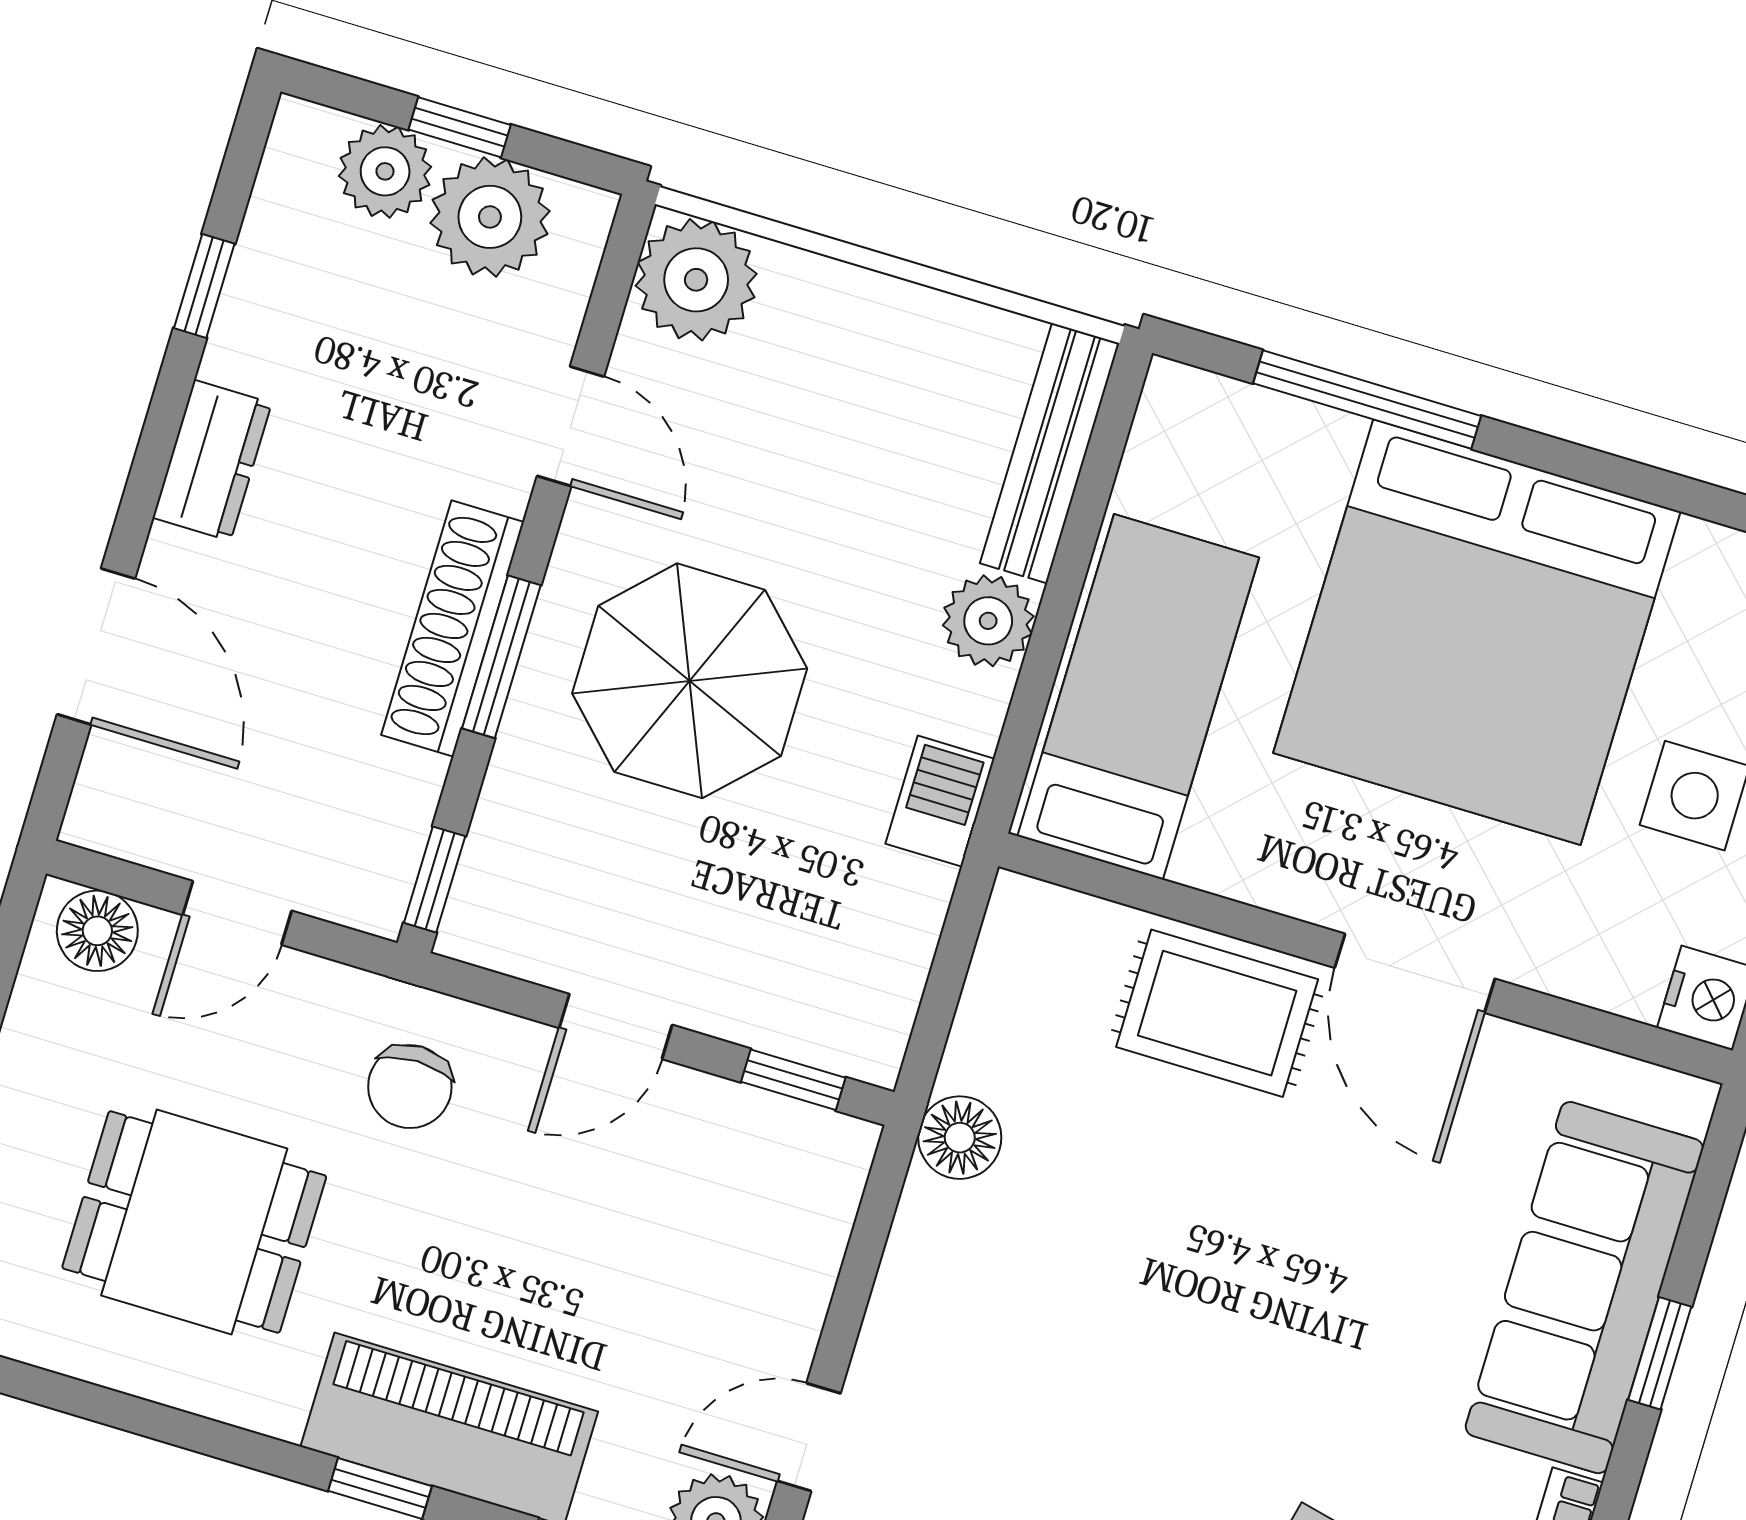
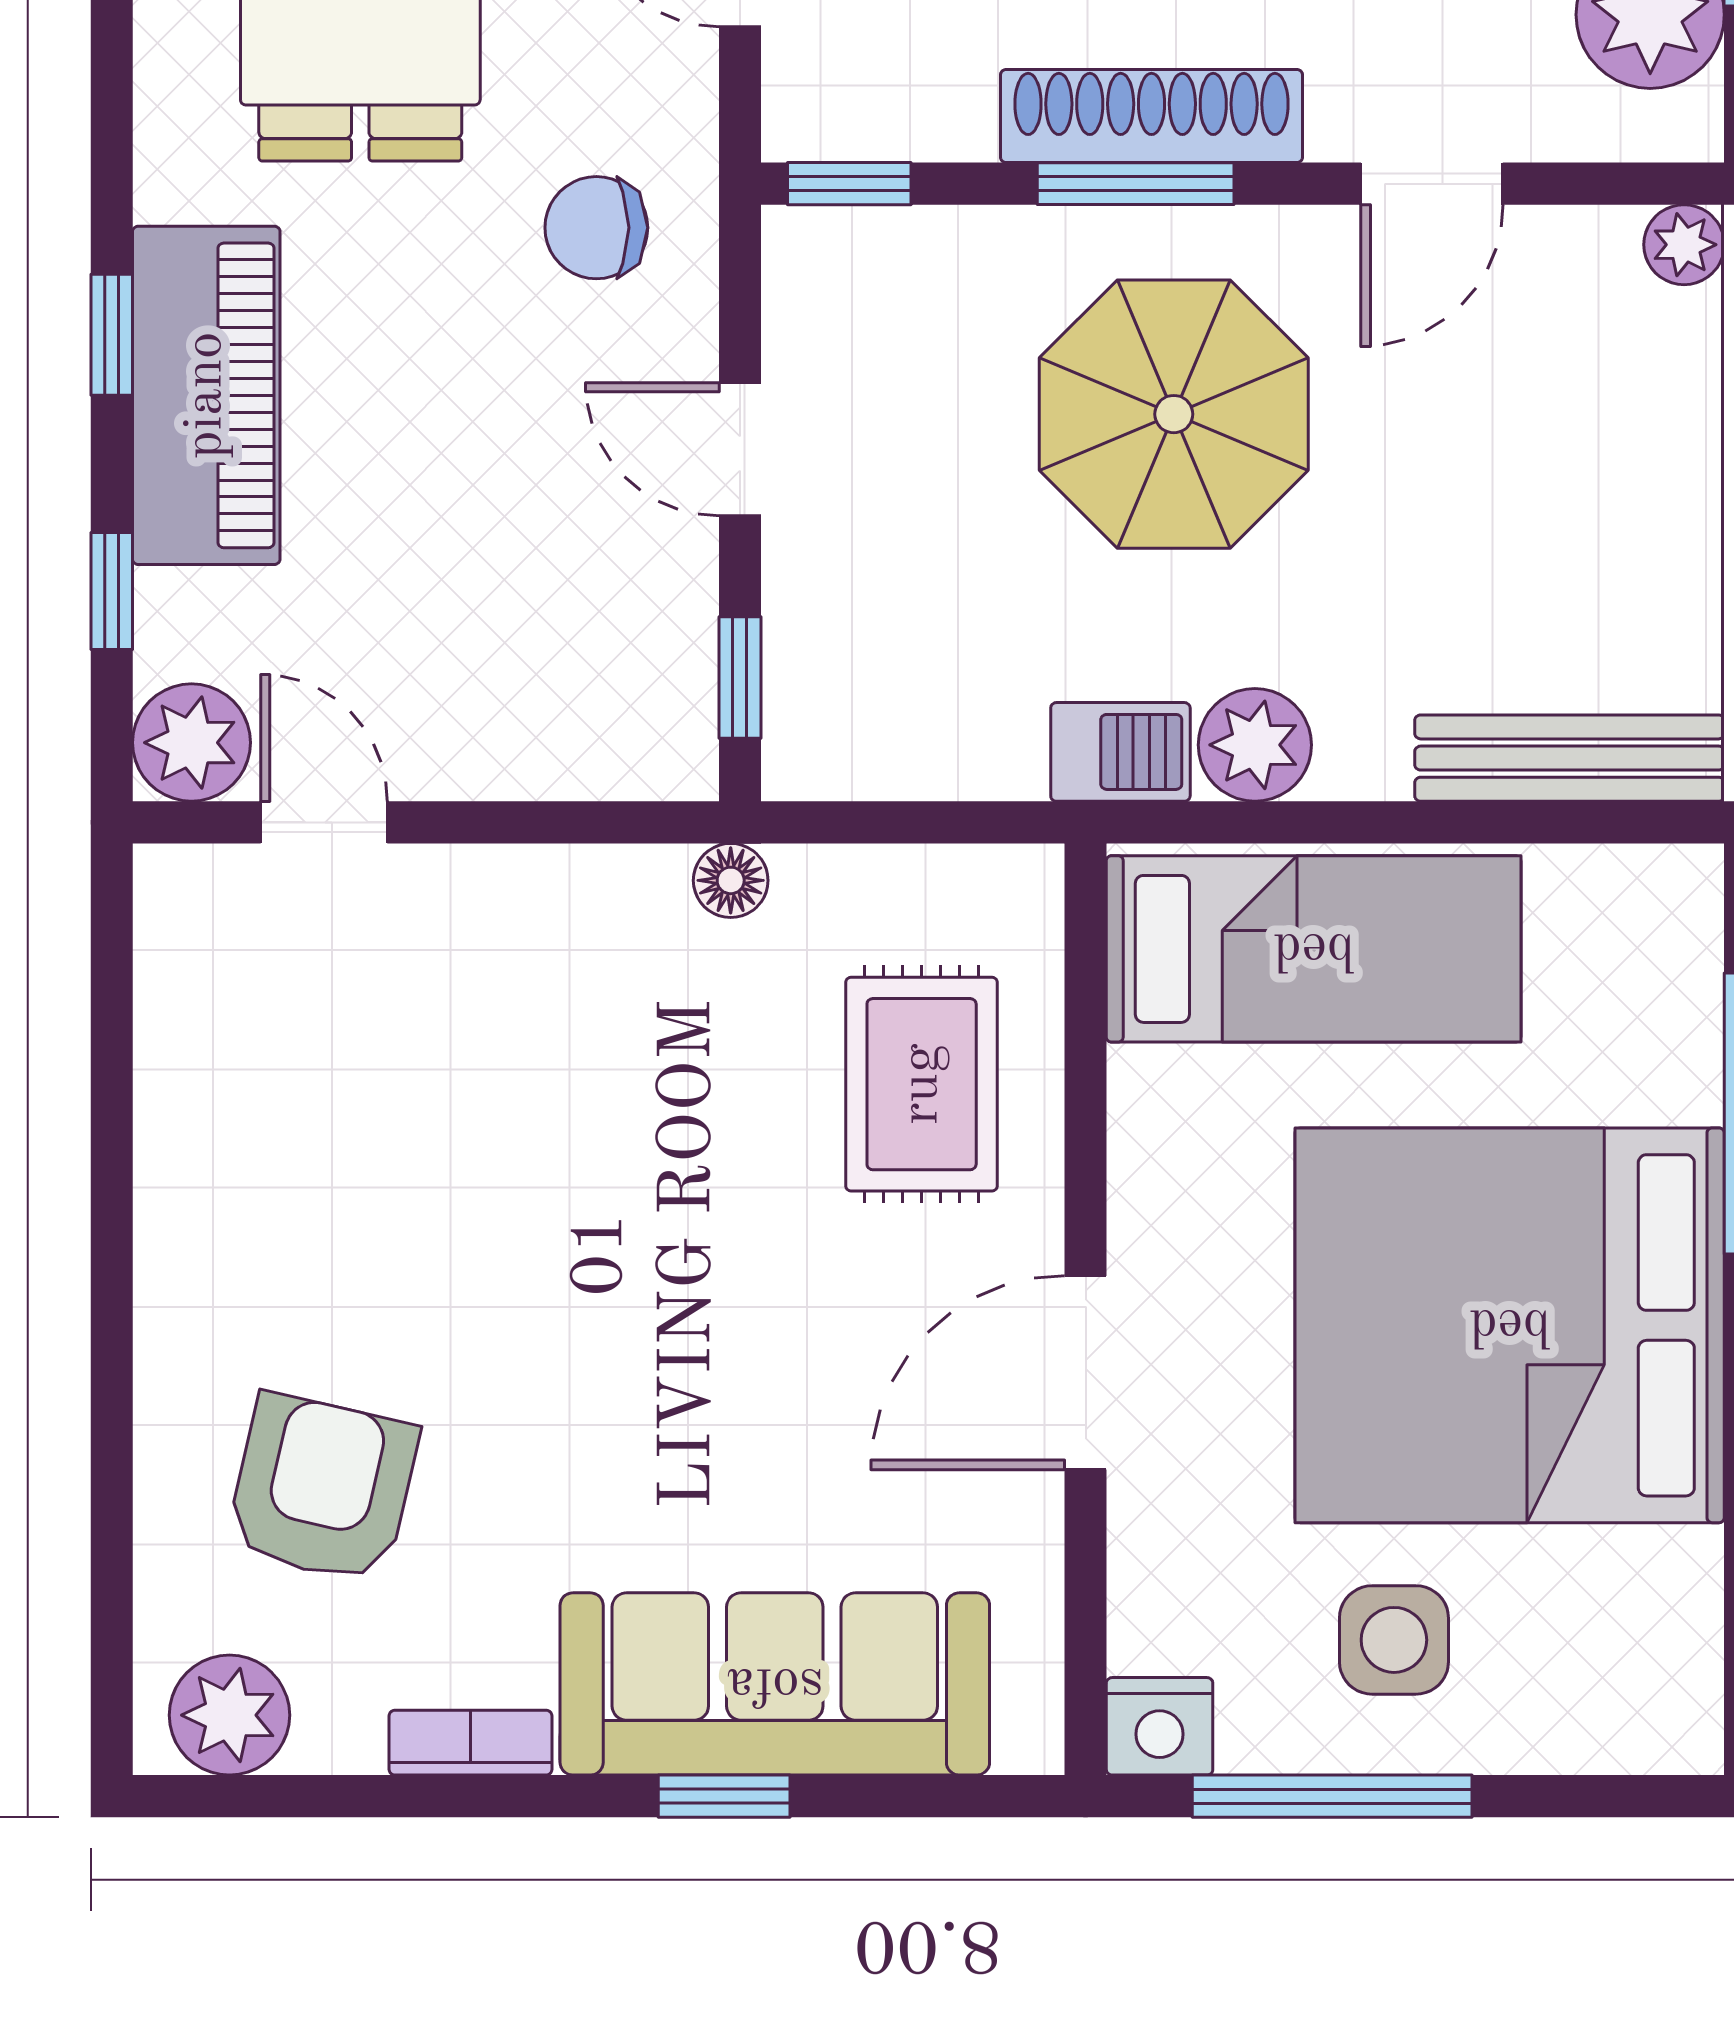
plant: (696, 280) -> (1684, 245), width x0.53, depth x0.53
plant: (988, 621) -> (1255, 745), moved
rug: (1217, 1013) -> (922, 1084), moved
floor lamp: (960, 1138) -> (731, 880), width x0.73, depth x0.73

